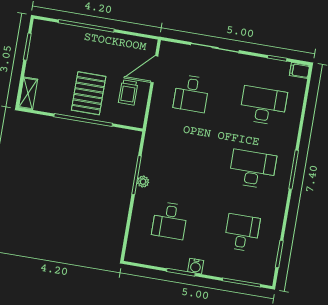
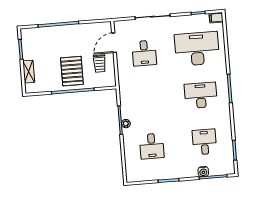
shelving: (28, 93) -> (29, 72), moved
desk: (263, 106) -> (197, 49), width x1.36, depth x1.30
water cooler: (196, 266) -> (203, 172), moved

